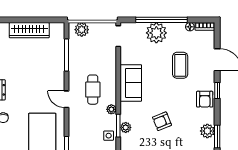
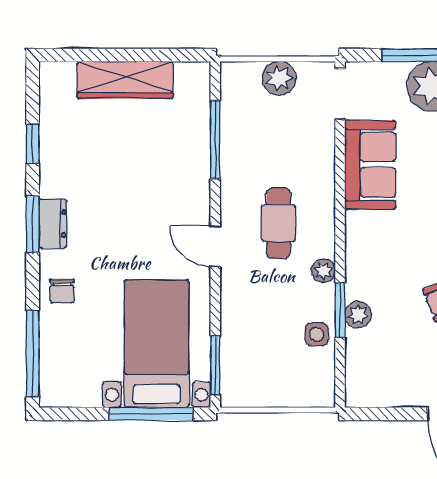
plant: (82, 30) -> (279, 78), moved
sofa: (131, 83) -> (370, 165), moved

